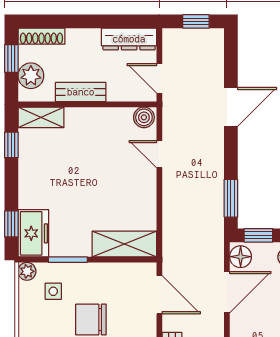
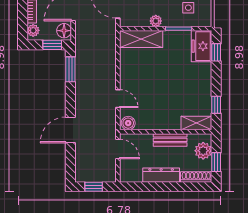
dresser: (129, 39) -> (161, 175), moved
plant: (27, 271) -> (156, 21), moved

